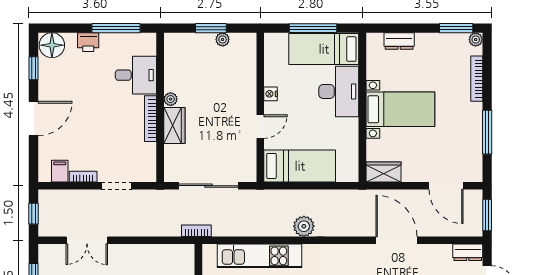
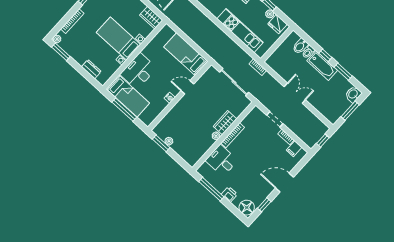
window: (211, 28) -> (161, 143), moved
plant: (304, 226) -> (208, 26), removed
double door: (87, 240) -> (295, 93), moved

